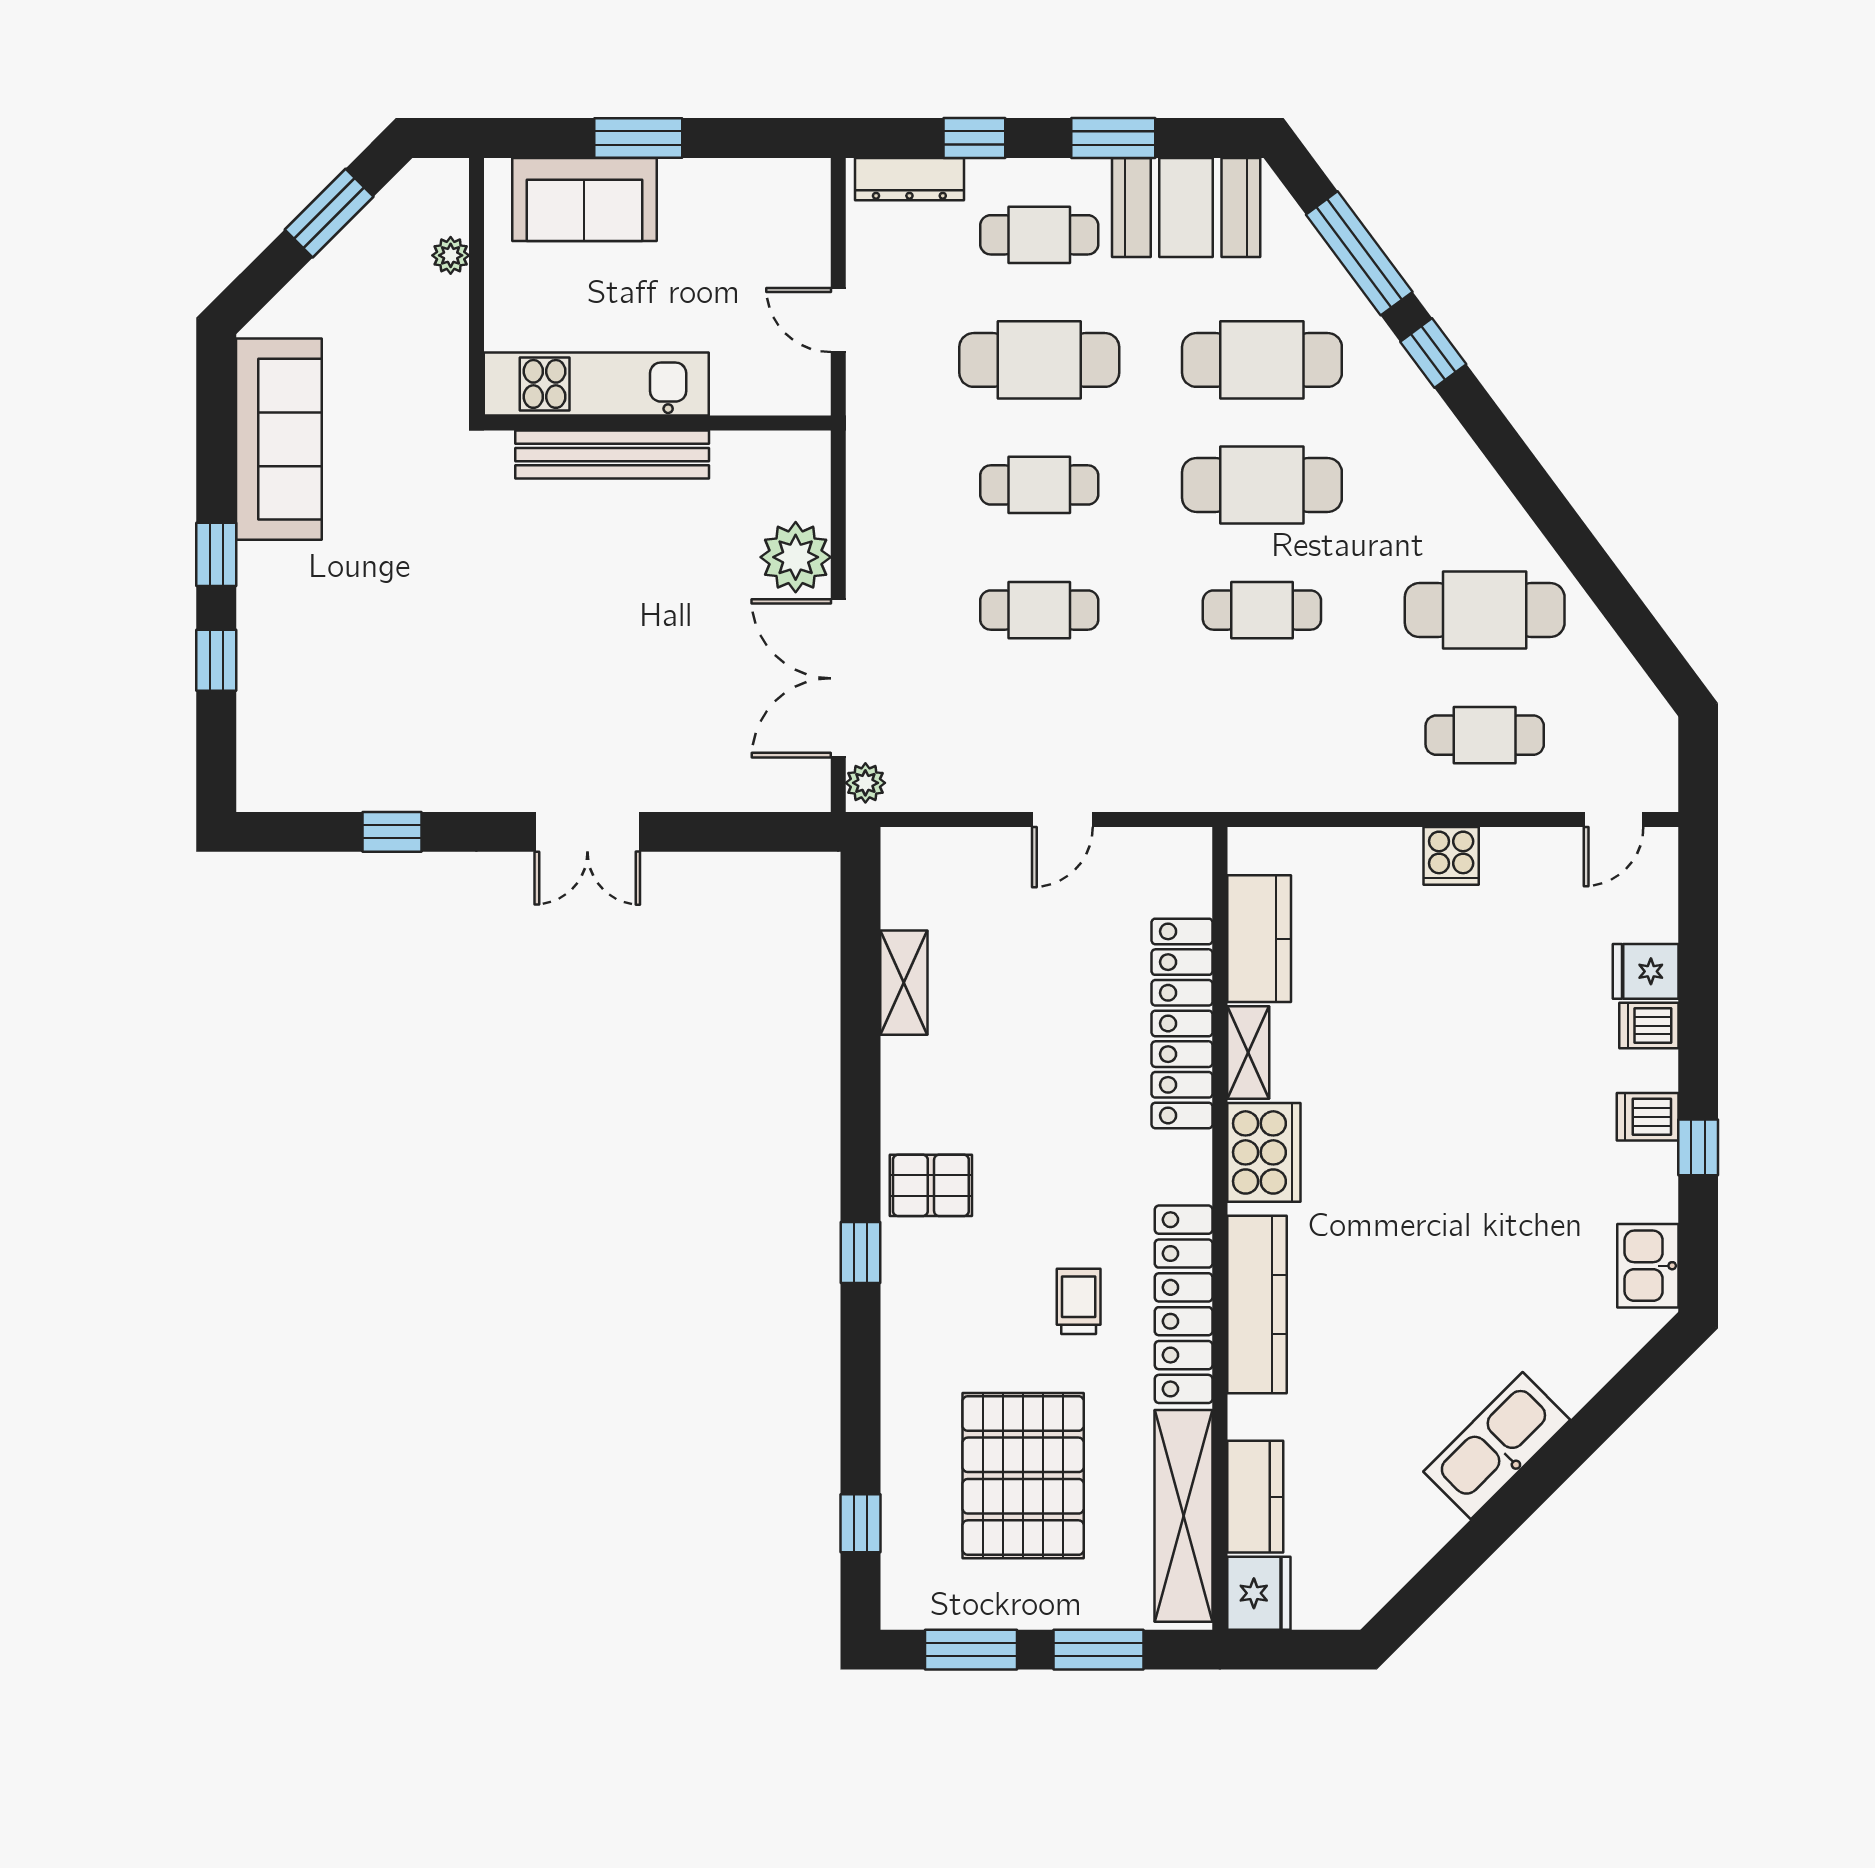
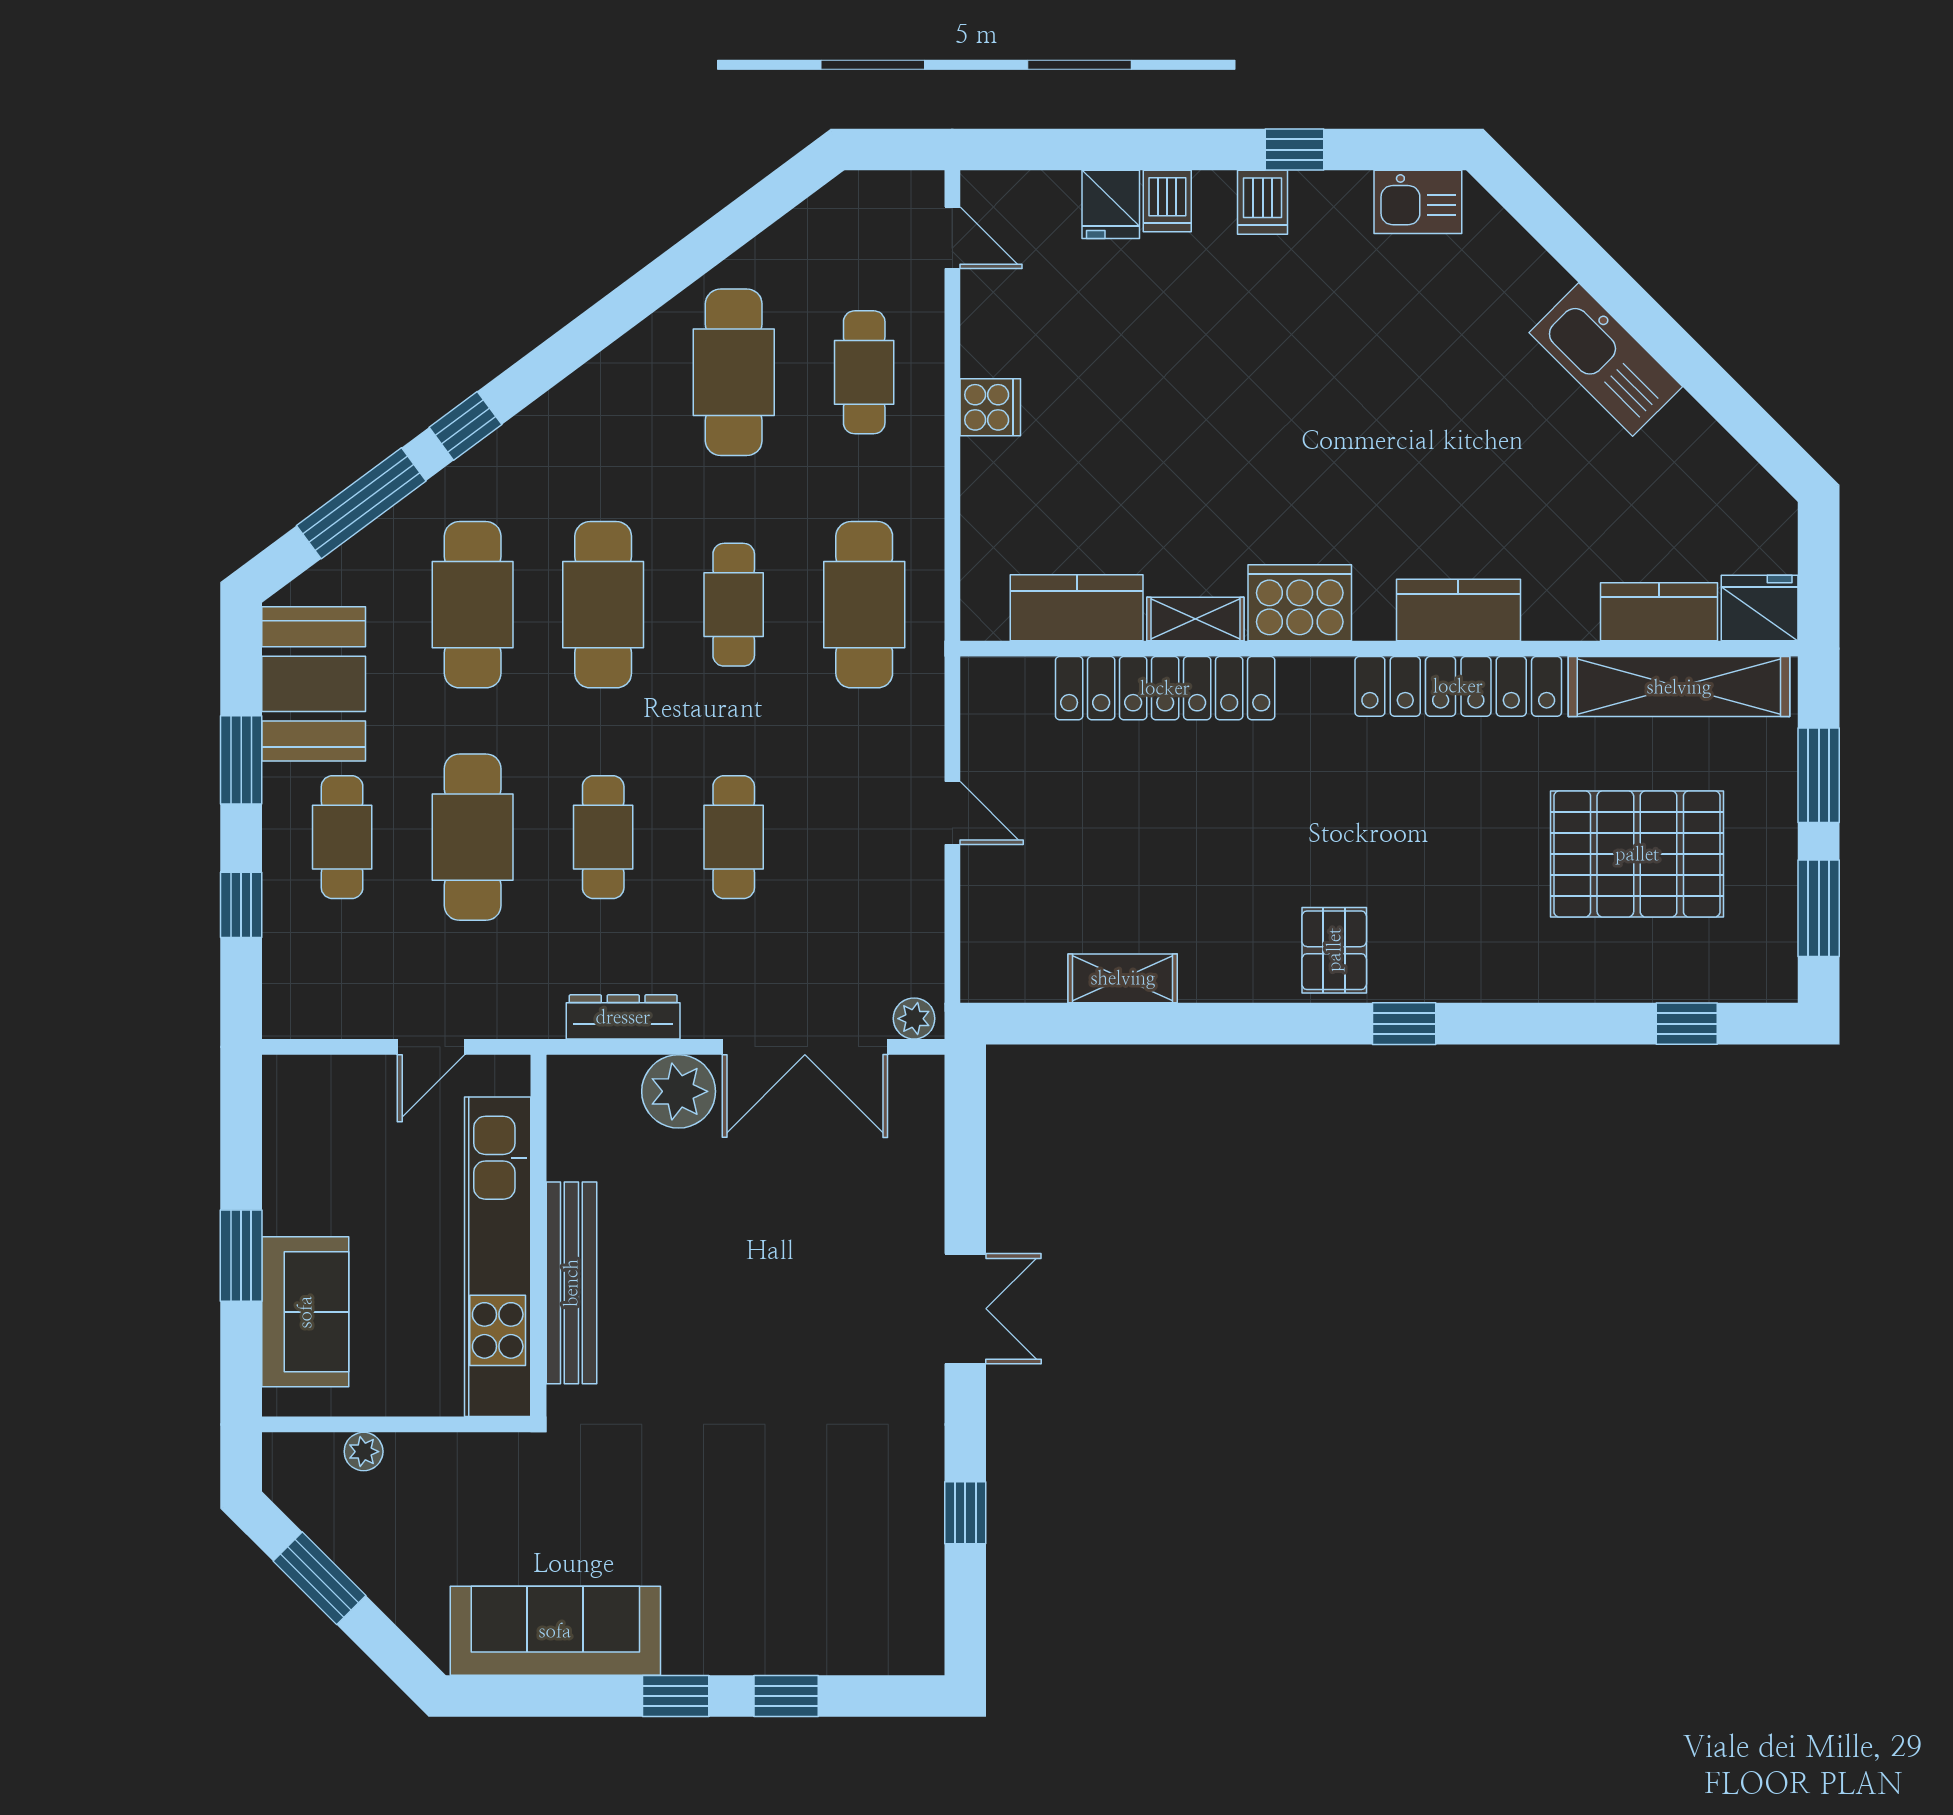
dresser: (909, 179) -> (623, 1017), moved, turned -90
kitchen unit: (596, 384) -> (498, 1257), width x1.36
cafe table: (1262, 735) -> (864, 605), added
trolley: (1079, 1301) -> (1455, 796), removed
kitchen counter: (1257, 1305) -> (1458, 610), width x0.67

